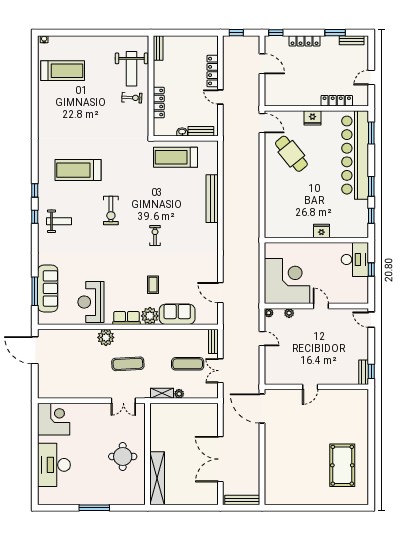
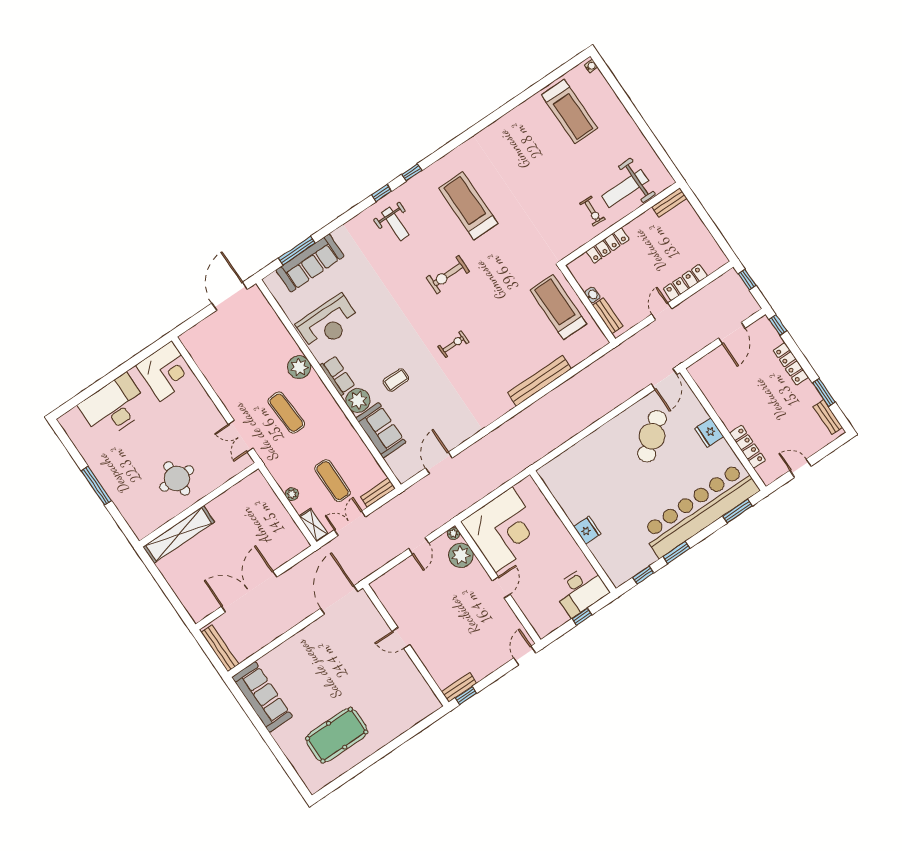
reception desk: (91, 302) -> (328, 323), turned 180
plant: (289, 313) -> (461, 555), width x1.87, depth x1.87
shelving: (162, 393) -> (314, 525), moved
sofa: (289, 494) -> (262, 697), added

